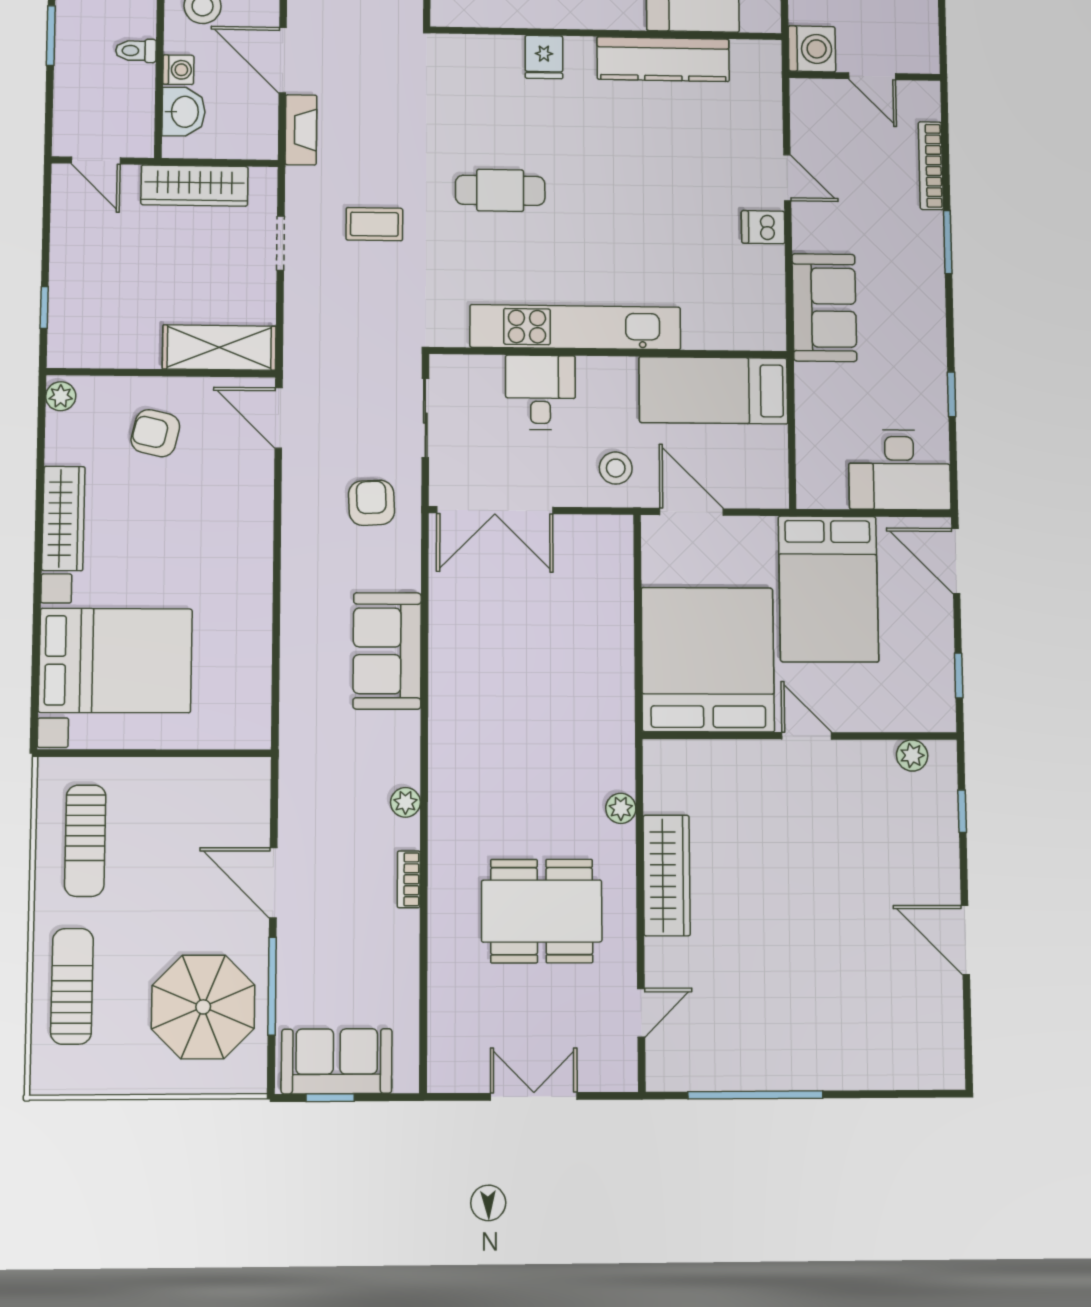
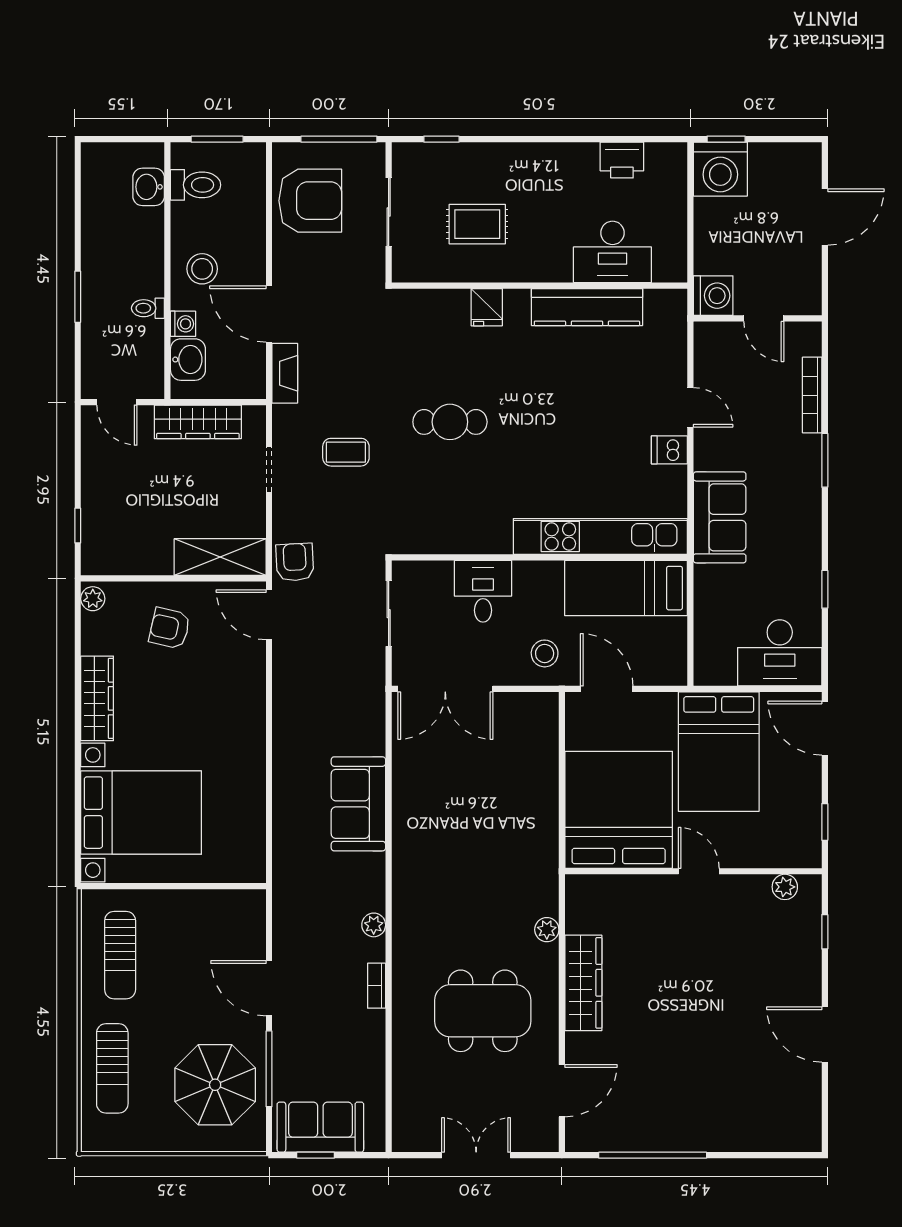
kitchen unit: (575, 327) -> (600, 537), moved
armchair: (372, 503) -> (295, 562), moved
sun lounger: (72, 986) -> (112, 1068), turned 180
door: (641, 1013) -> (562, 1091), width x1.38

